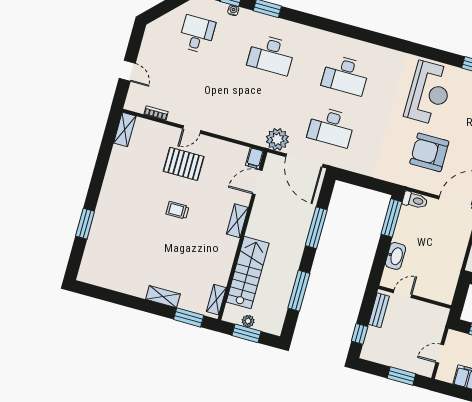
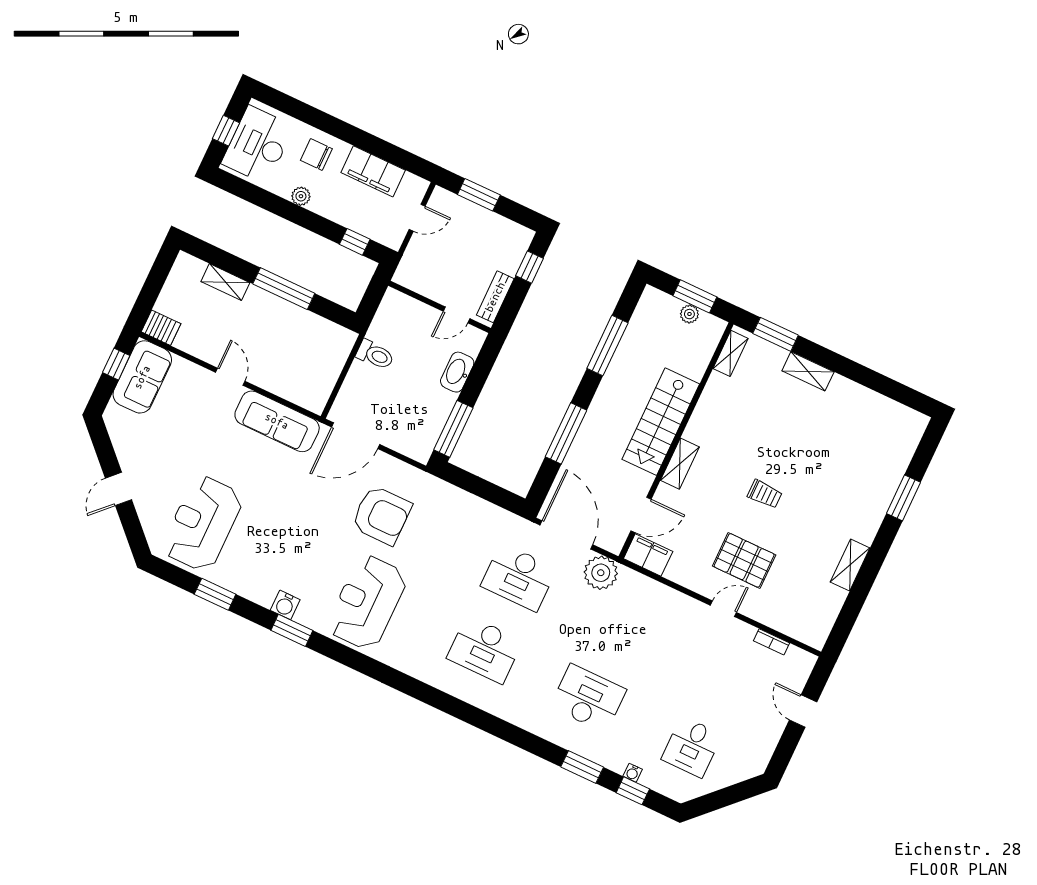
desk: (345, 75) -> (485, 650), turned 180
desk: (331, 127) -> (519, 577), turned 180
shelving: (125, 130) -> (850, 565), moved
filing cabinet: (255, 158) -> (648, 555), width x2.00
toilet: (415, 200) -> (375, 355), moved, turned 180
stairs: (248, 273) -> (661, 422), moved

